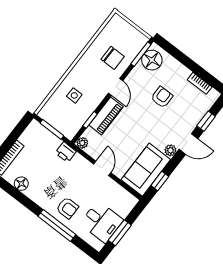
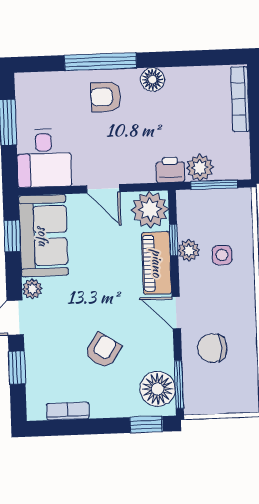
window: (170, 49) -> (146, 424), added
armchair: (162, 97) -> (103, 350), turned -147
plant: (87, 110) -> (189, 250), added
plant: (52, 142) -> (200, 168), added
plant: (82, 143) -> (150, 210), width x1.87, depth x1.87
floor lamp: (21, 184) -> (152, 80), moved
desk: (102, 222) -> (44, 158), moved, turned -90

